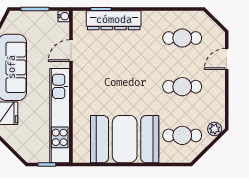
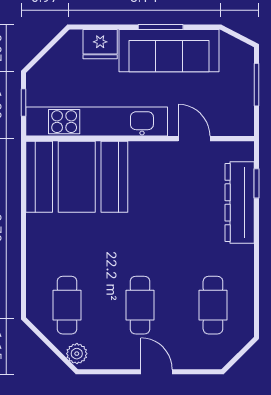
water cooler: (64, 16) -> (246, 128), removed
door: (227, 59) -> (157, 372), moved
booth: (125, 139) -> (77, 177), moved, turned 90

